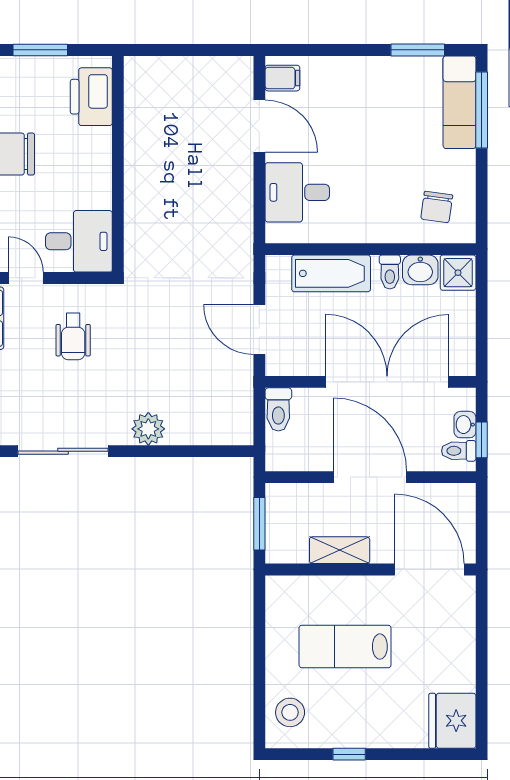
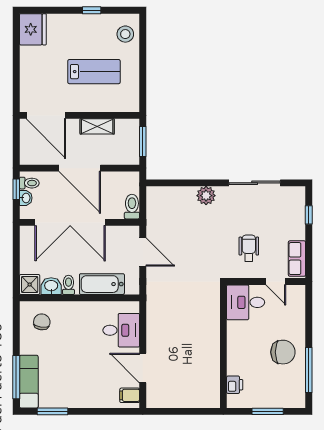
printer: (91, 97) -> (235, 385), width x0.53, depth x0.68

